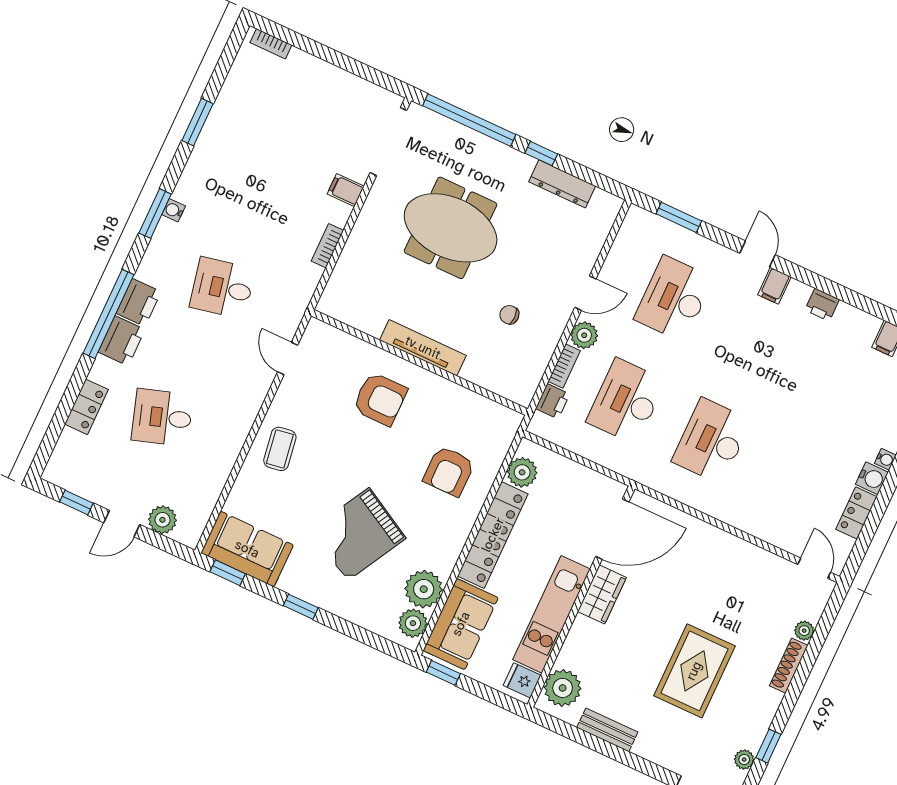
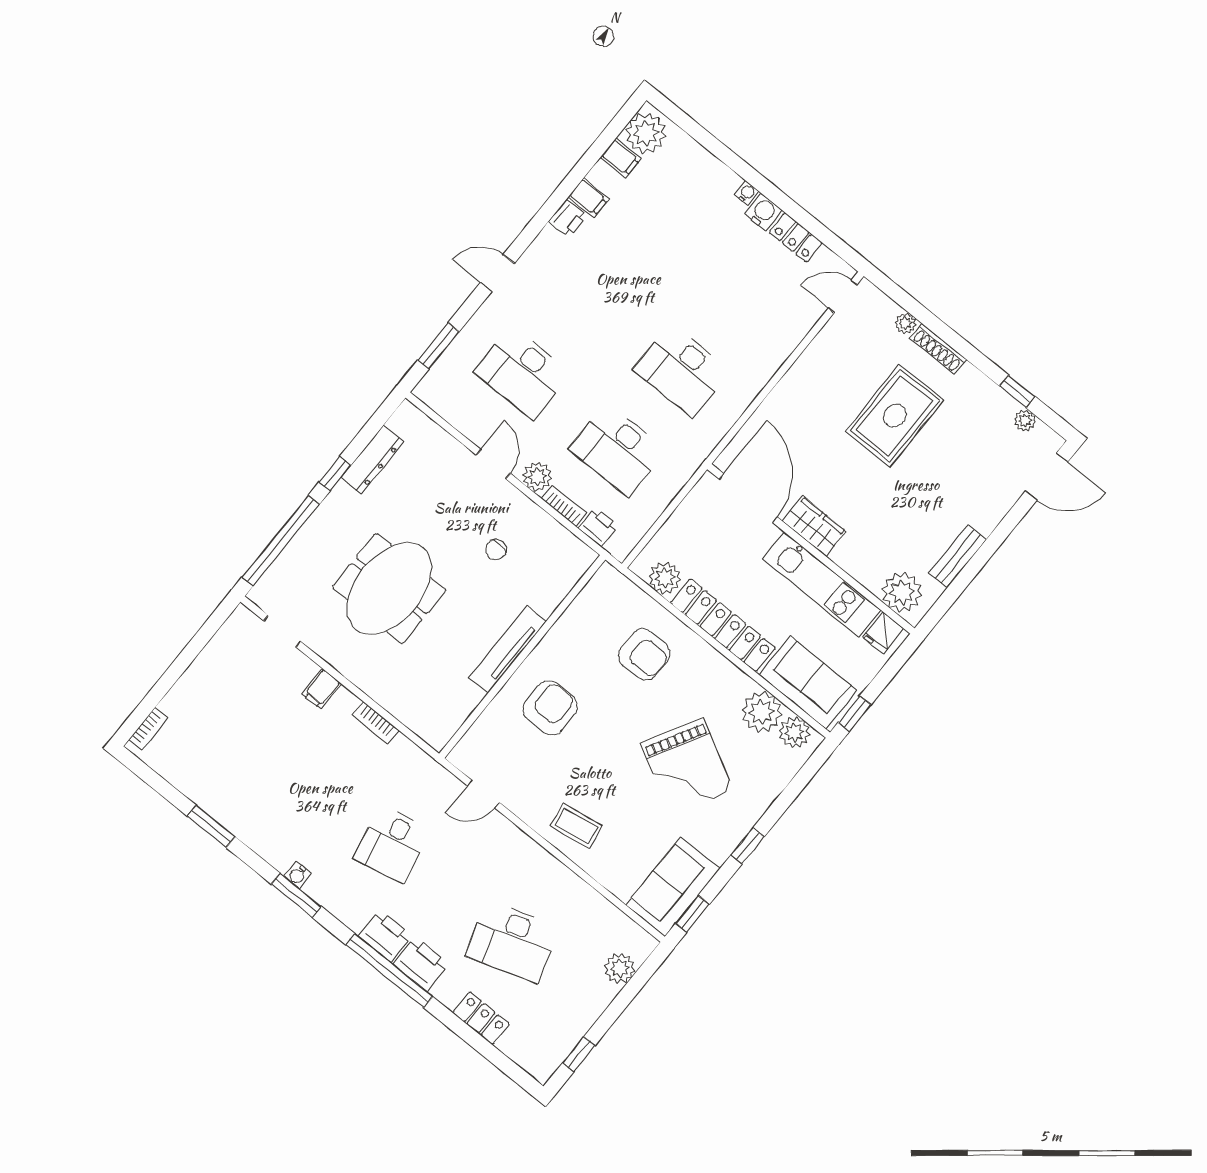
doorway: (388, 142) -> (282, 631), width x0.53
filing cabinet: (774, 286) -> (589, 198), moved
desk: (162, 417) -> (512, 941), width x1.37
door: (122, 524) -> (613, 1012), removed
rug: (694, 671) -> (895, 416), moved, turned 90

